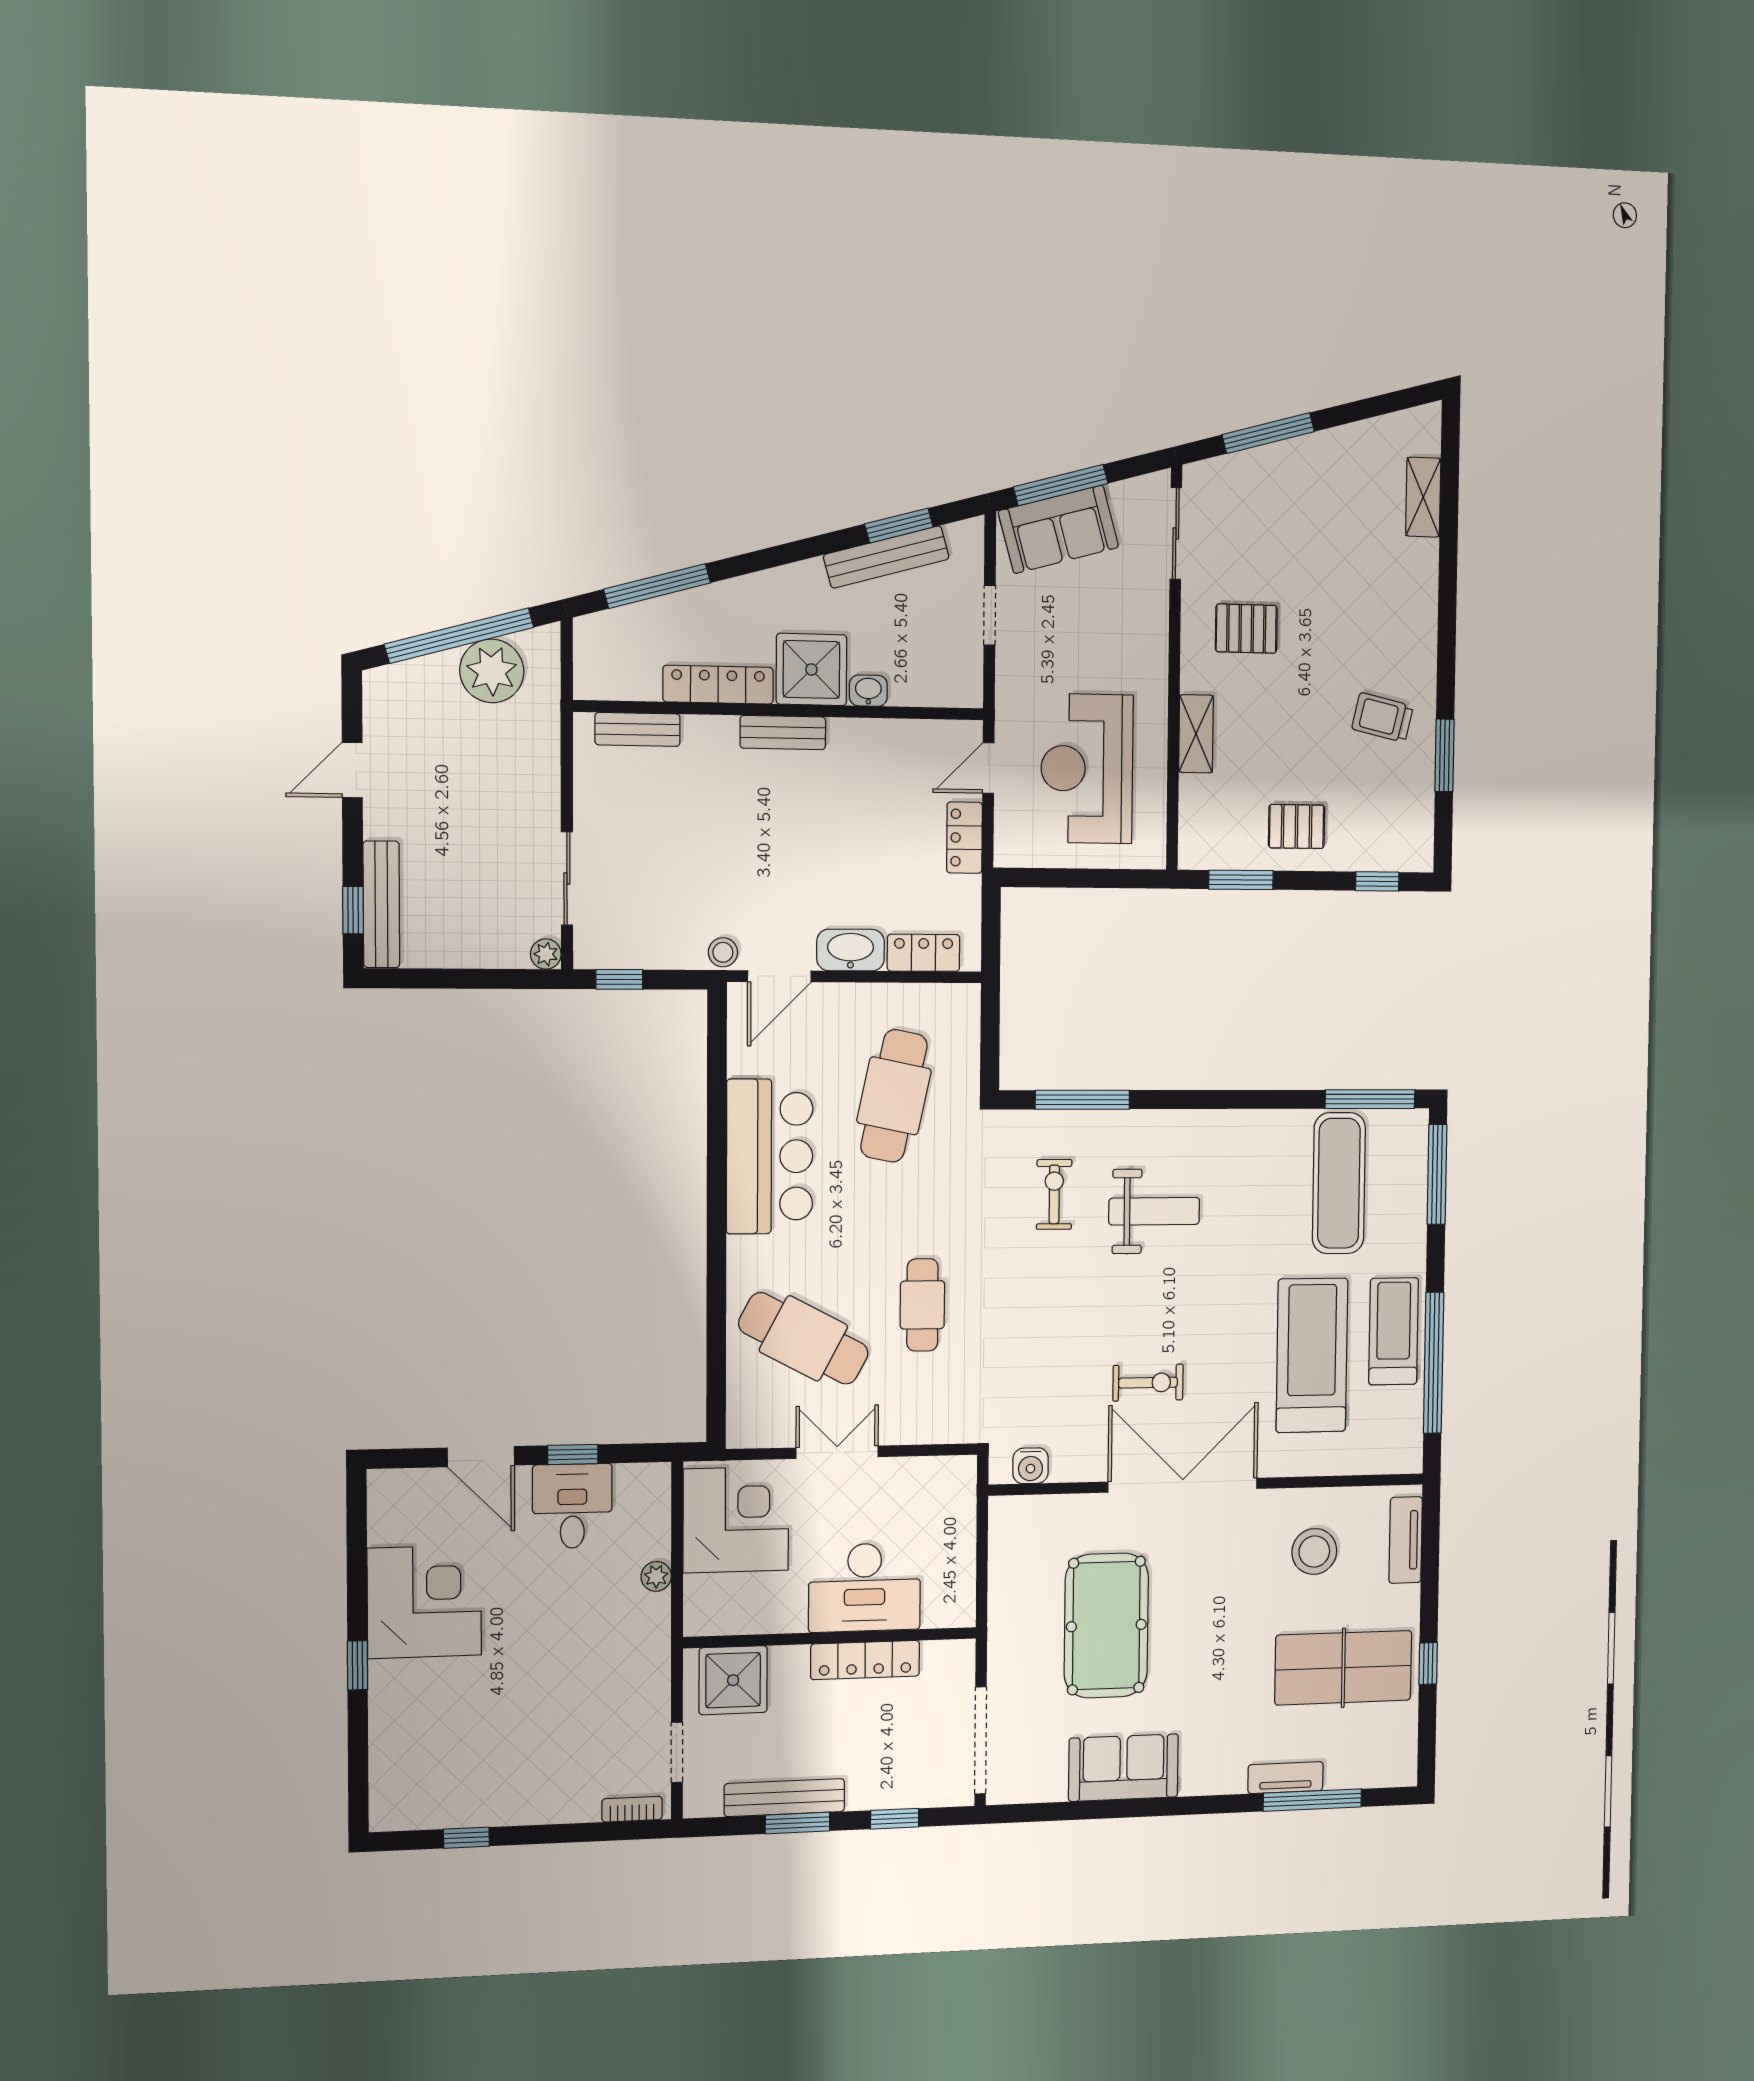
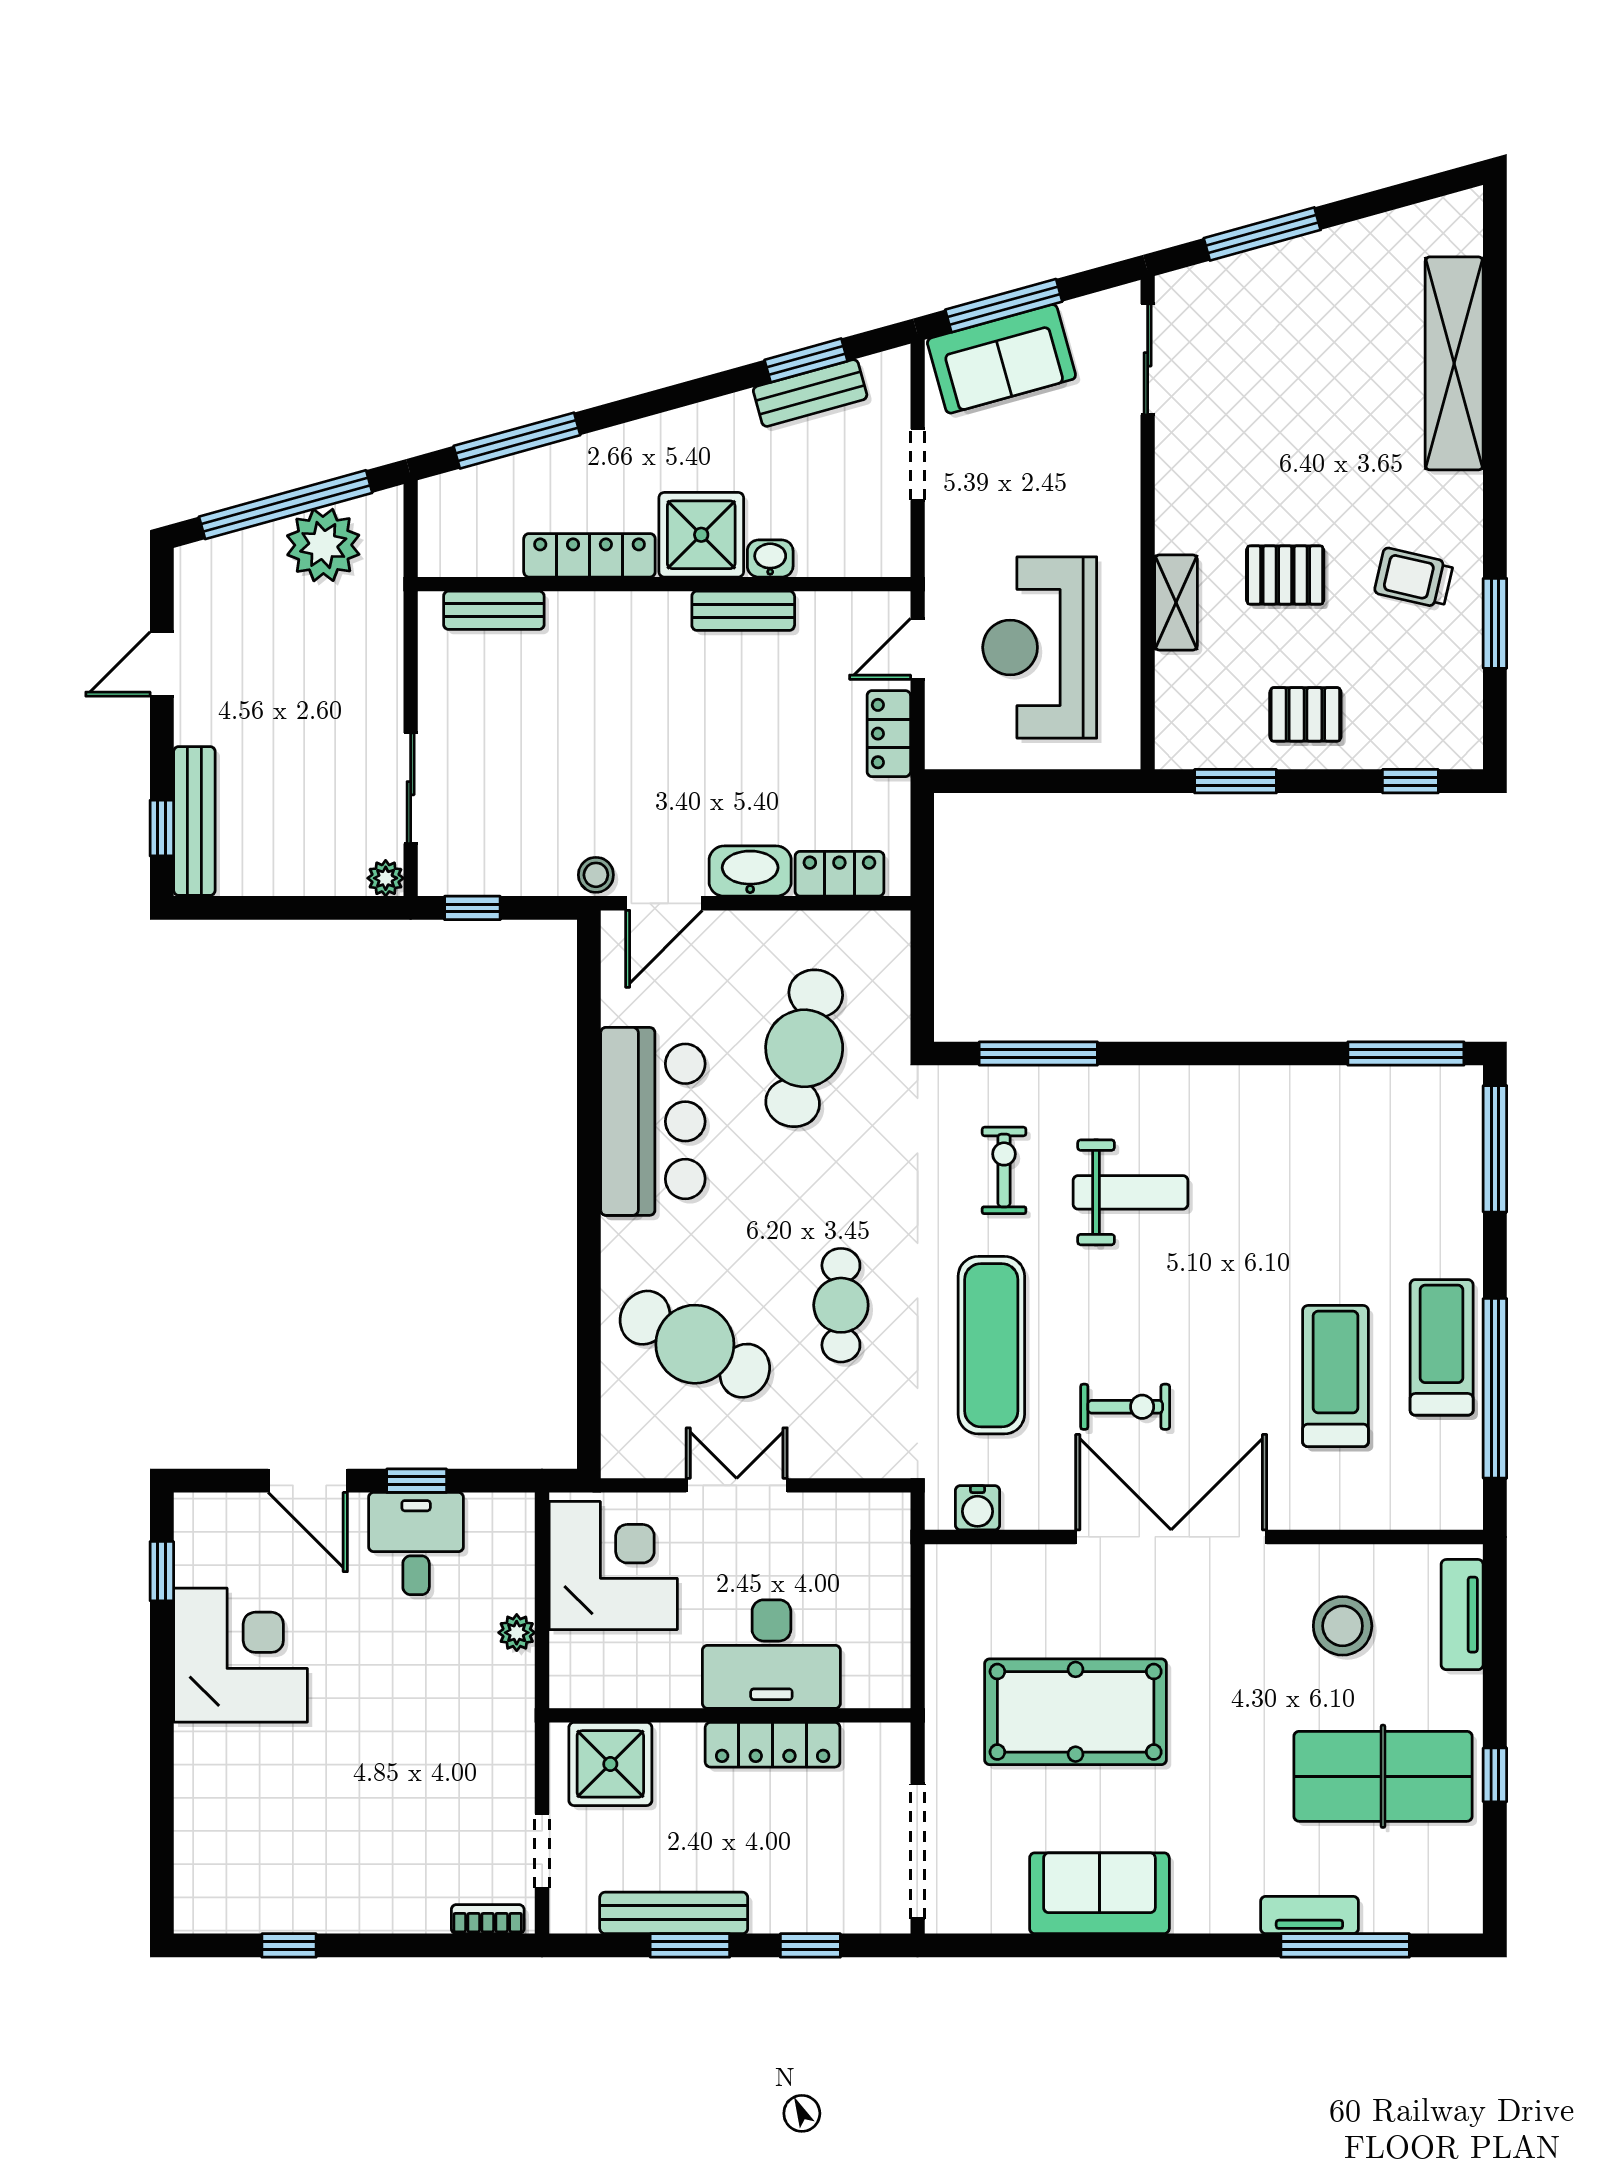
shelving: (1423, 497) -> (1454, 363), width x2.20, depth x1.33
bench: (886, 557) -> (810, 393), width x0.73
pallet: (1246, 629) -> (1285, 575), moved
bench: (783, 733) -> (743, 611), moved
exercise mat: (1339, 1183) -> (991, 1345), moved
treadmill: (1312, 1355) -> (1336, 1376), width x0.73, depth x0.73
pool table: (1106, 1626) -> (1076, 1712), turned 90
window: (358, 1665) -> (162, 1571), moved

